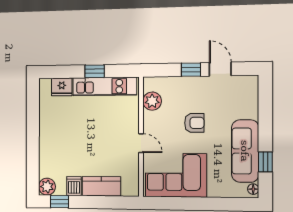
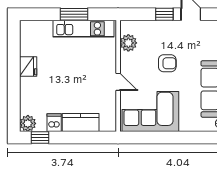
window: (95, 71) -> (74, 14), width x1.50
fridge: (62, 87) -> (28, 67), moved, turned -90

